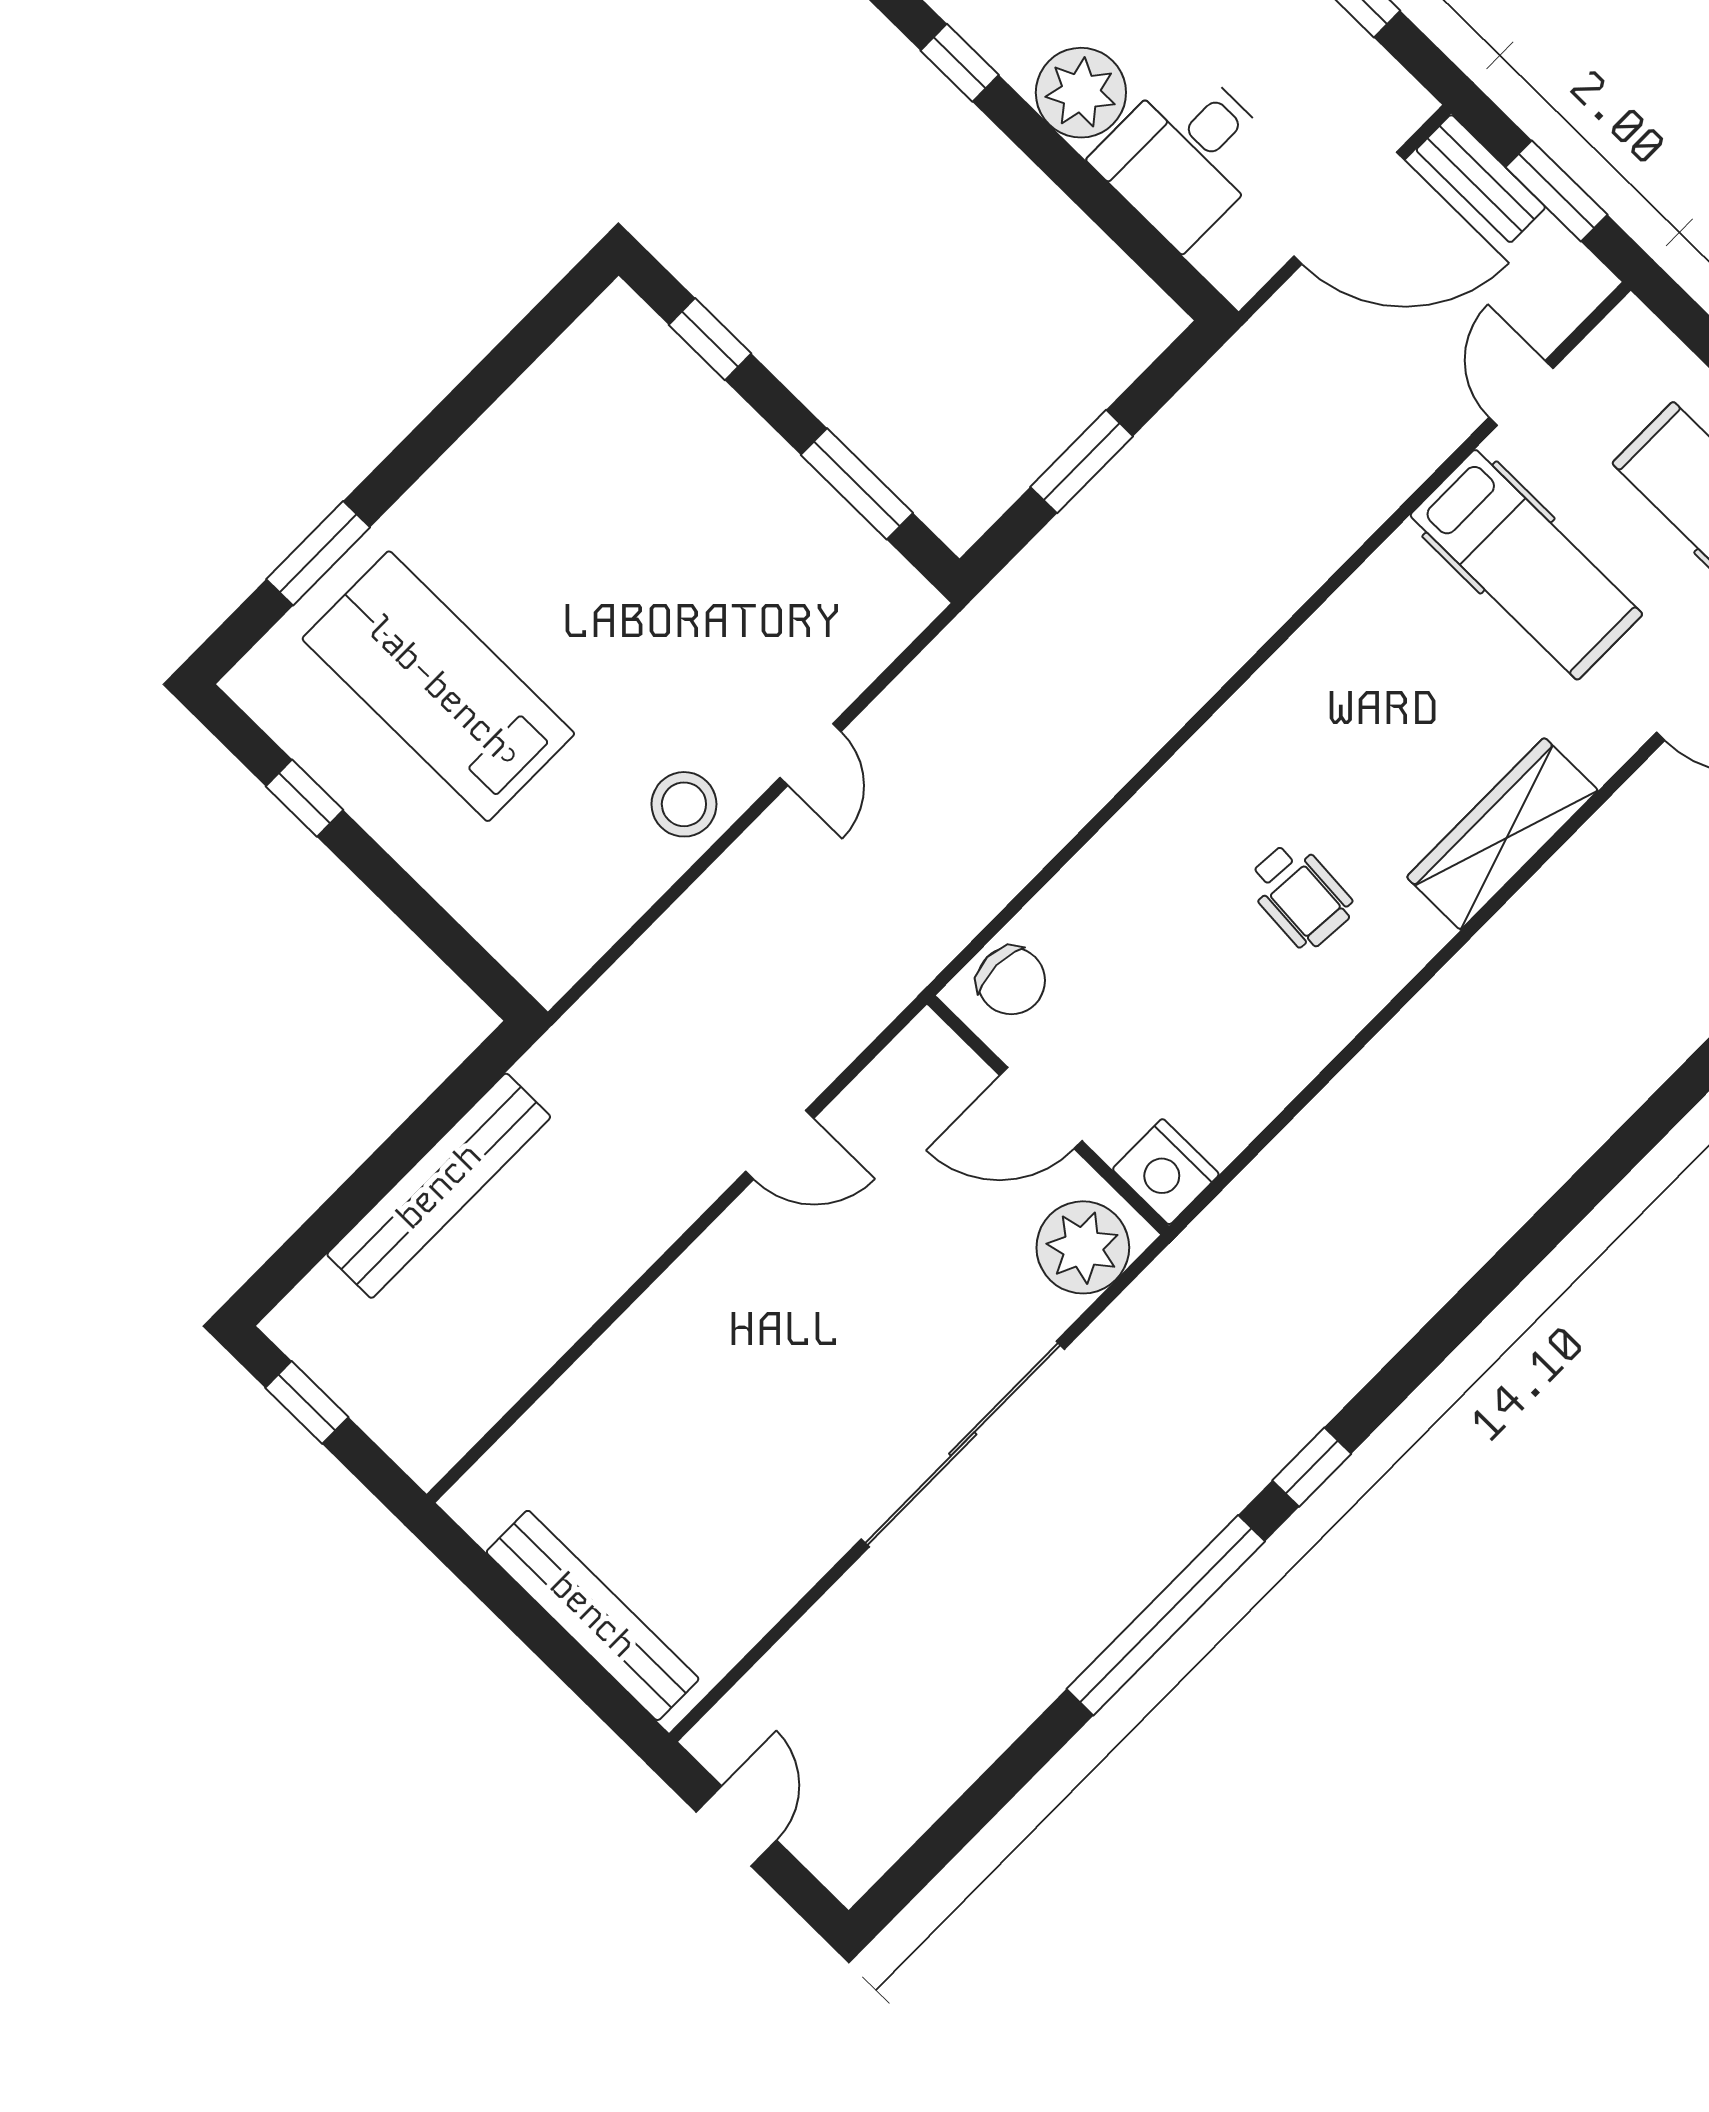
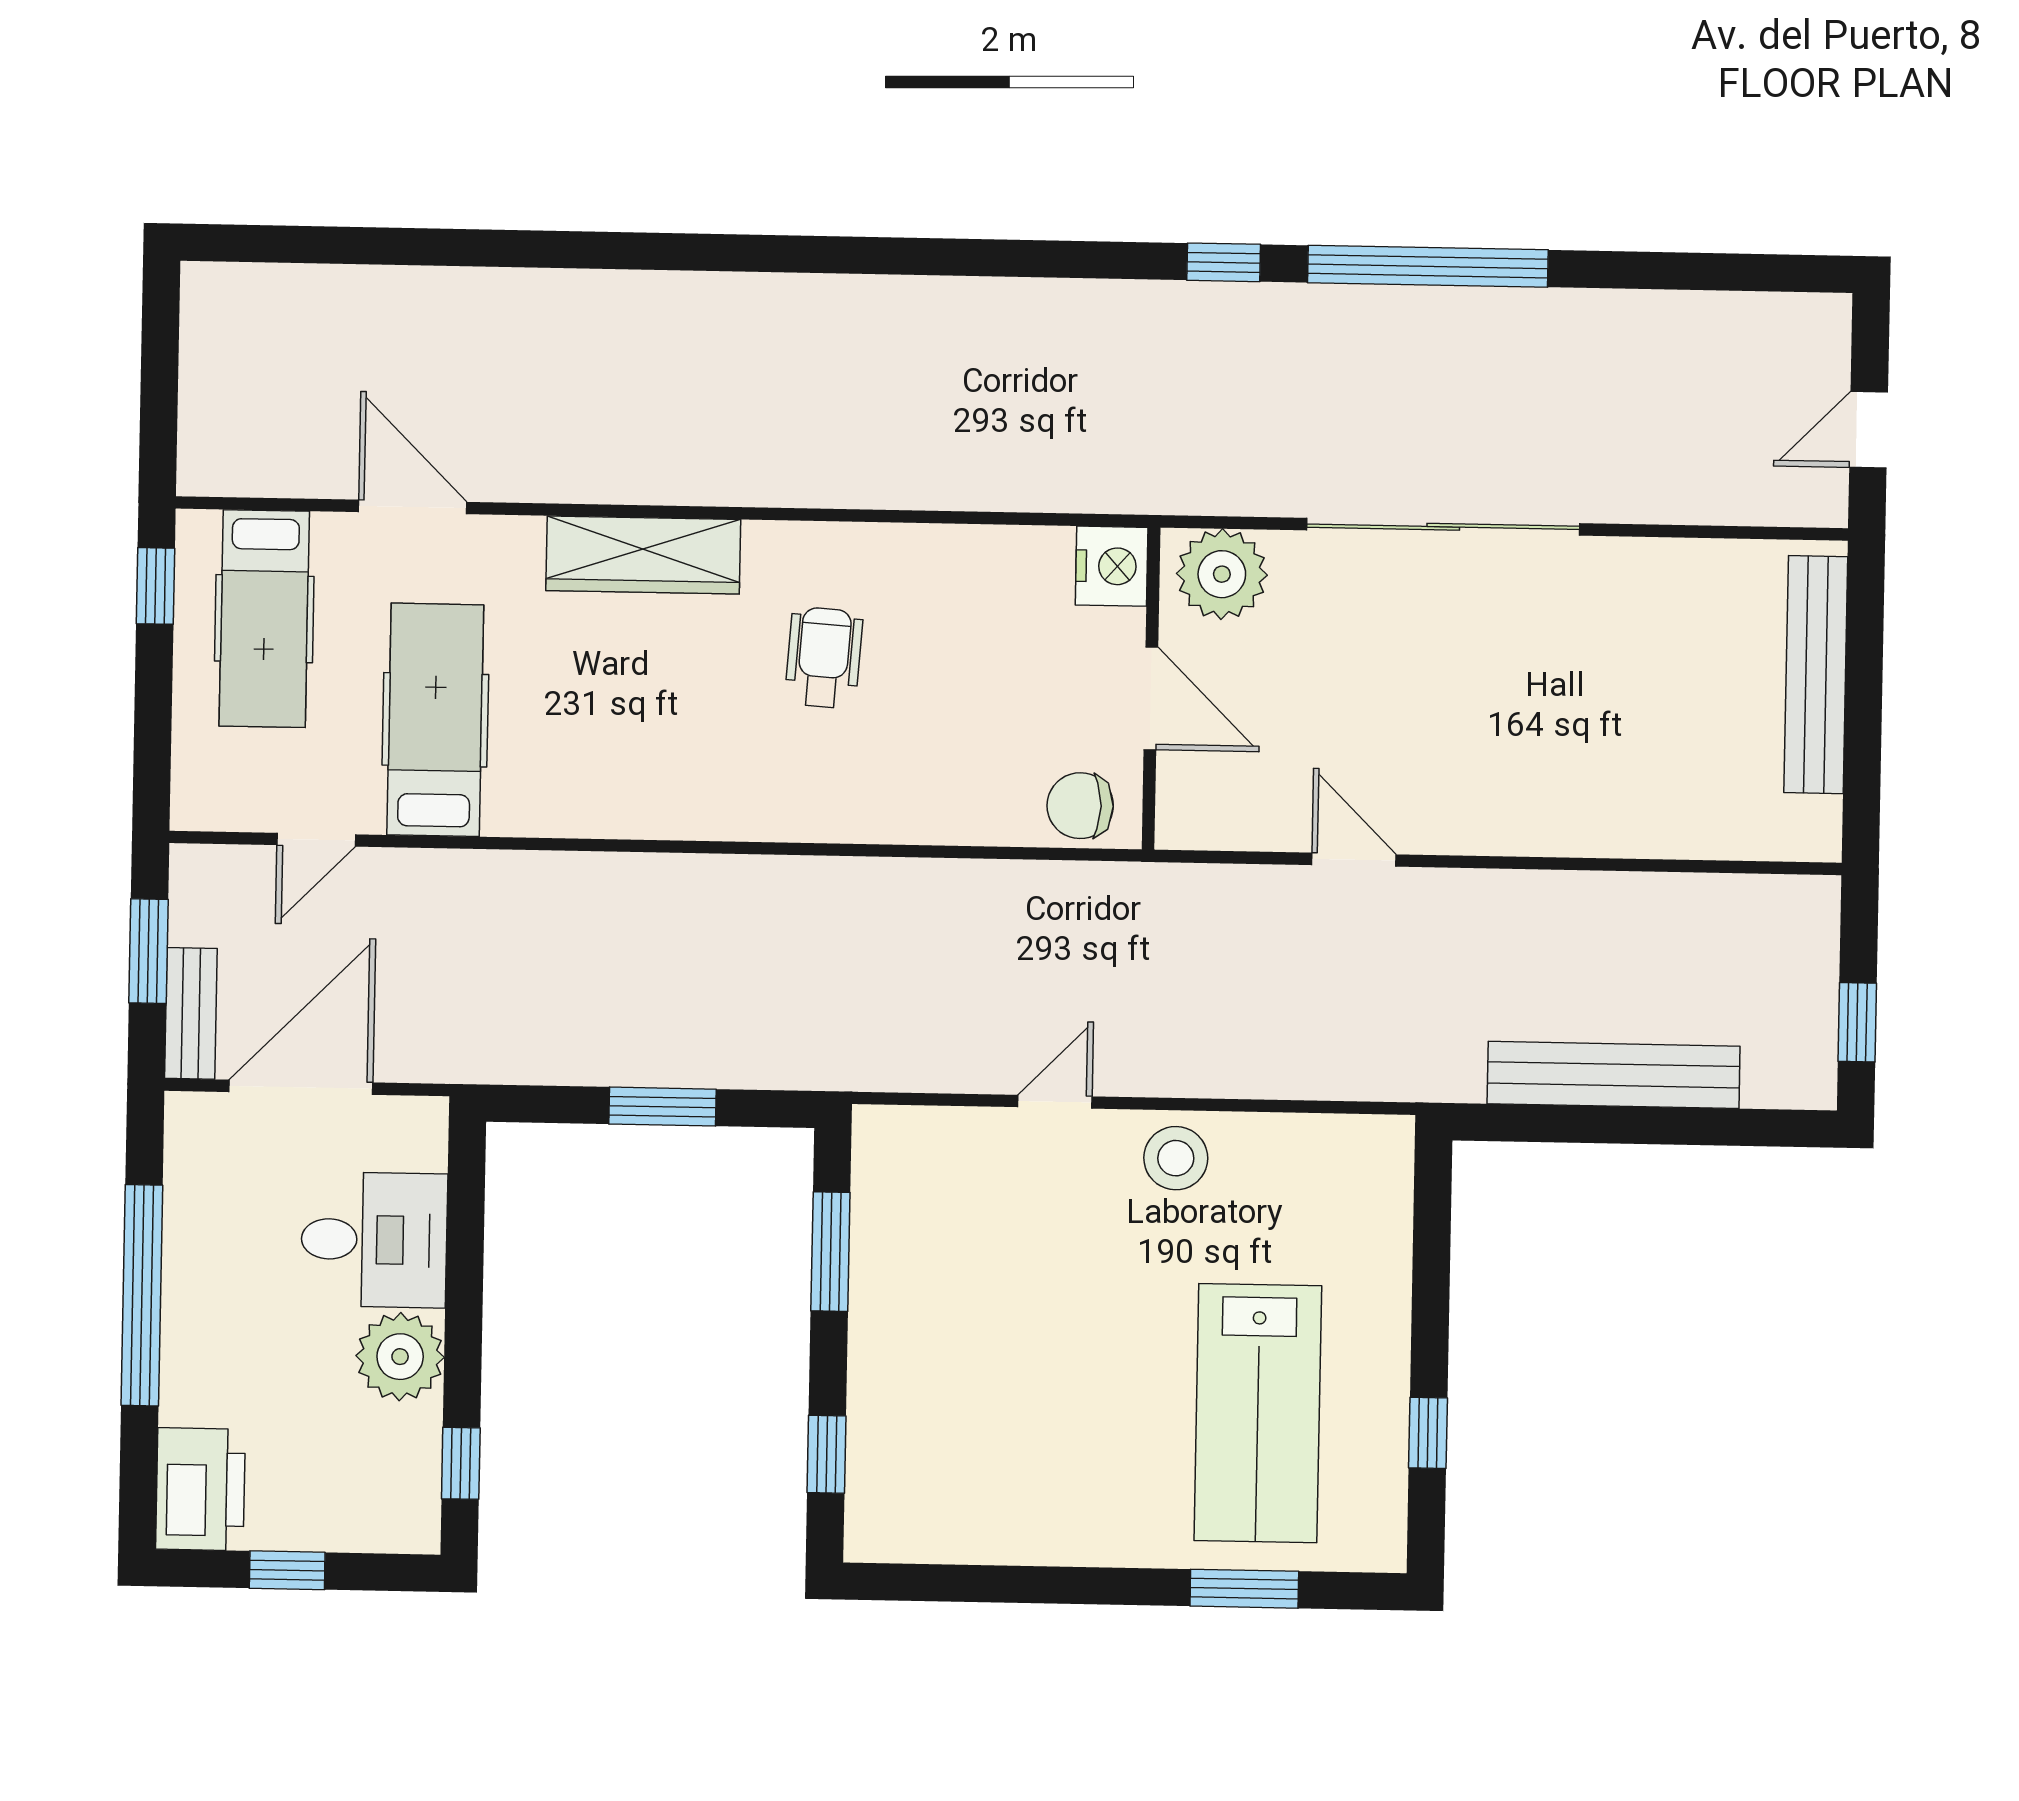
door: (1349, 208) -> (301, 1087), hinge flipped
chair: (1011, 981) -> (1080, 806), turned -90

